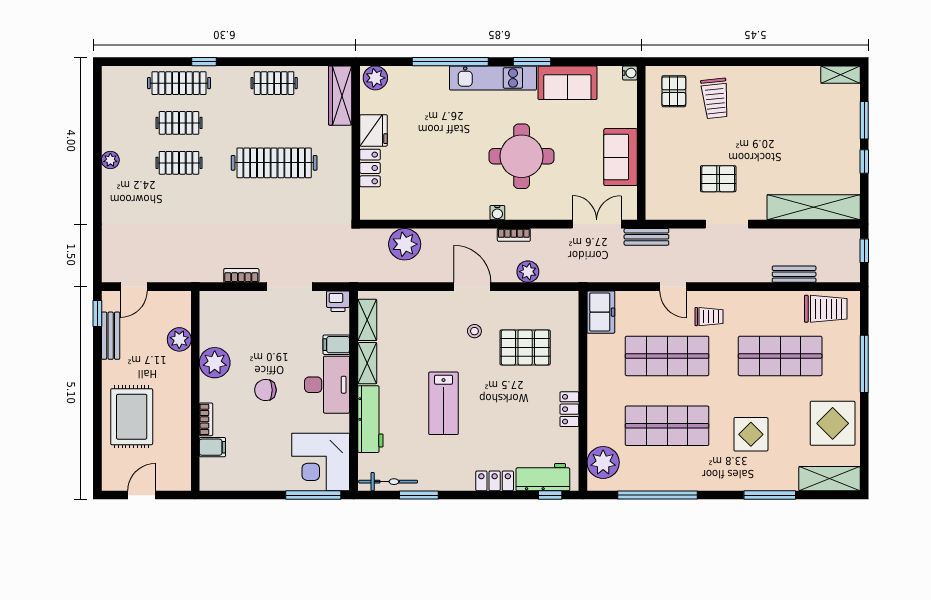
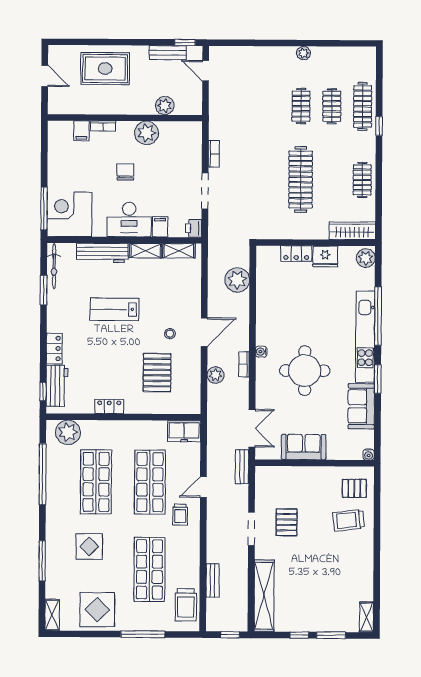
kitchen unit: (493, 78) -> (365, 337), width x1.36
shelving: (830, 479) -> (52, 615), width x0.67, depth x0.75

